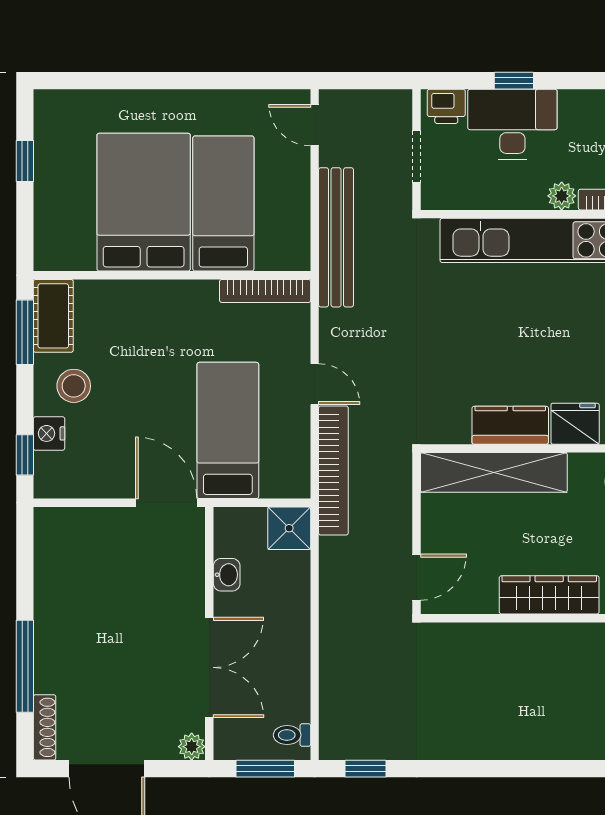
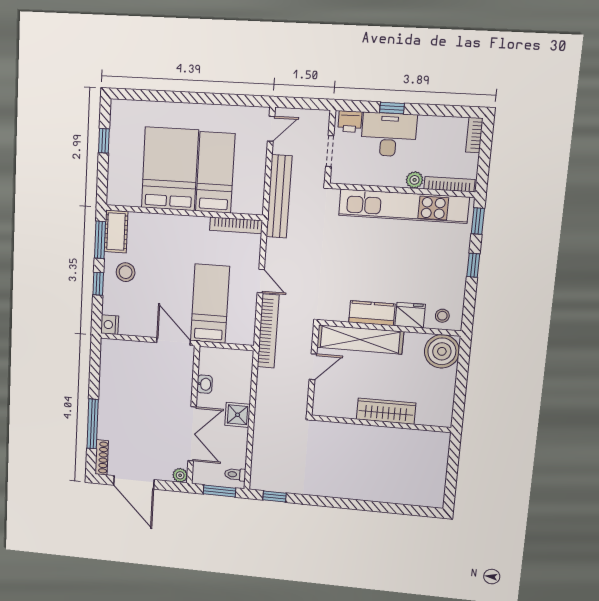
door: (315, 125) -> (271, 129), swing flipped
nightstand: (49, 433) -> (110, 325), moved
window: (25, 455) -> (98, 284), moved
shower: (289, 528) -> (238, 415), moved
door: (416, 577) -> (313, 367), moved

